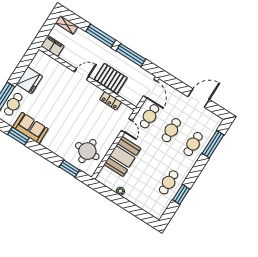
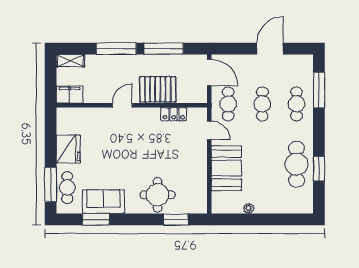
round table: (87, 151) -> (158, 195), moved
cafe table: (169, 182) -> (297, 164), width x1.37, depth x1.35

